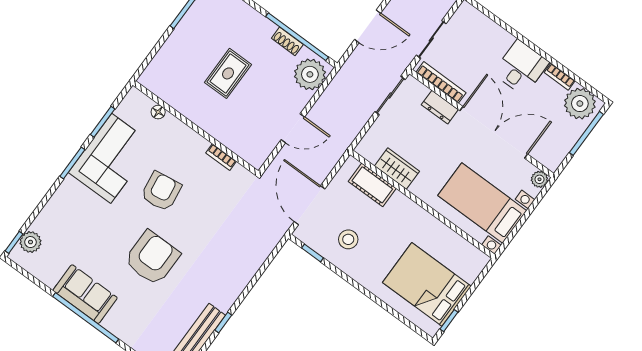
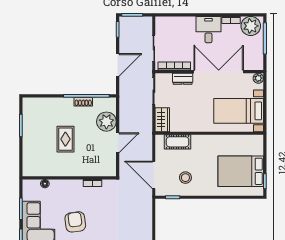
plant: (310, 74) -> (106, 122), moved
wardrobe: (397, 169) -> (162, 120), moved, turned 90

